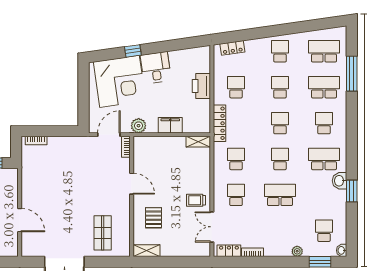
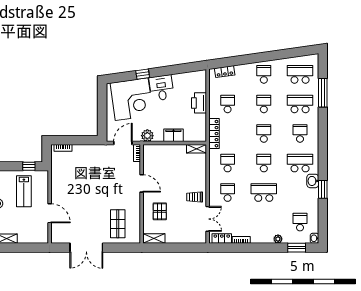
double door: (212, 227) -> (208, 219), swing flipped

